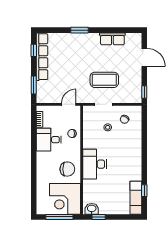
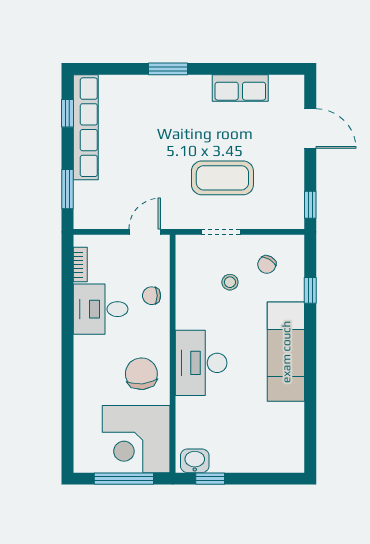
chair: (67, 169) -> (141, 374), turned -95
window: (144, 191) -> (310, 290), moved
exam couch: (136, 198) -> (286, 352), moved, width x1.36, depth x1.45

